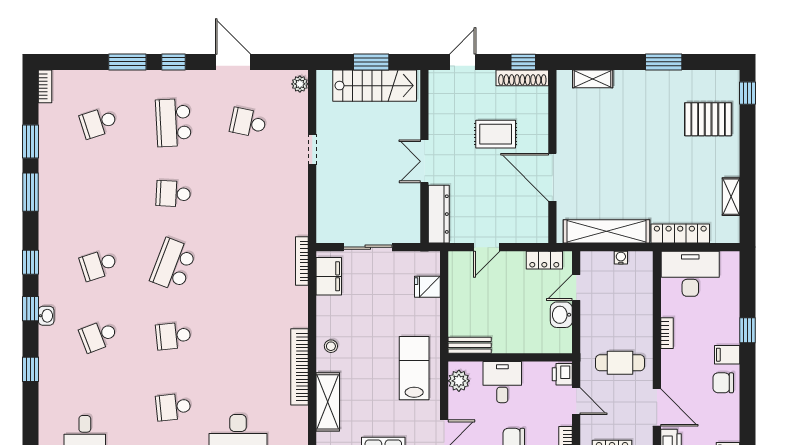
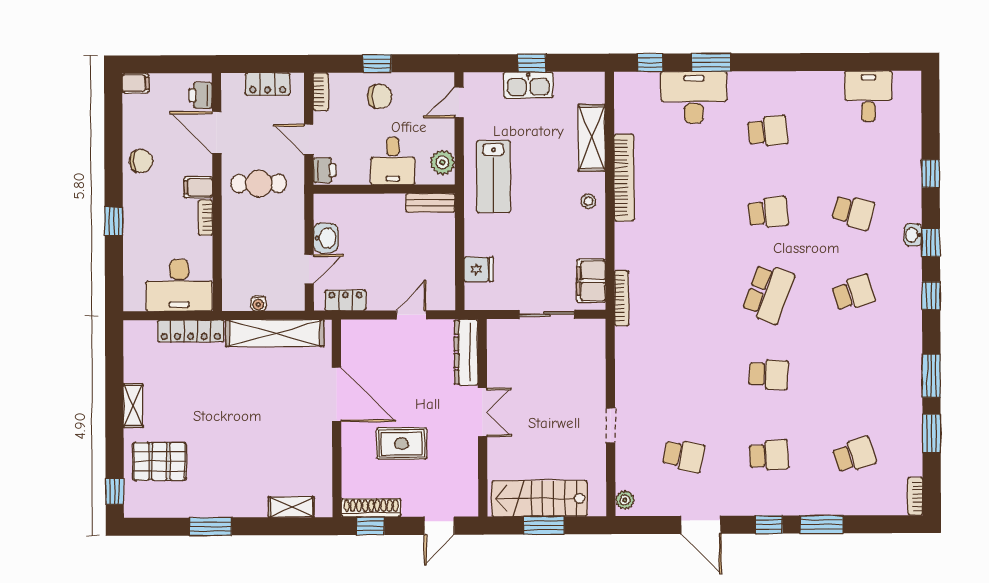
school desk: (173, 123) -> (769, 455), width x0.54
shelving: (731, 197) -> (133, 406), moved
school desk: (98, 336) -> (853, 212), turned 36
filing cabinet: (727, 355) -> (198, 187), moved, turned 180

